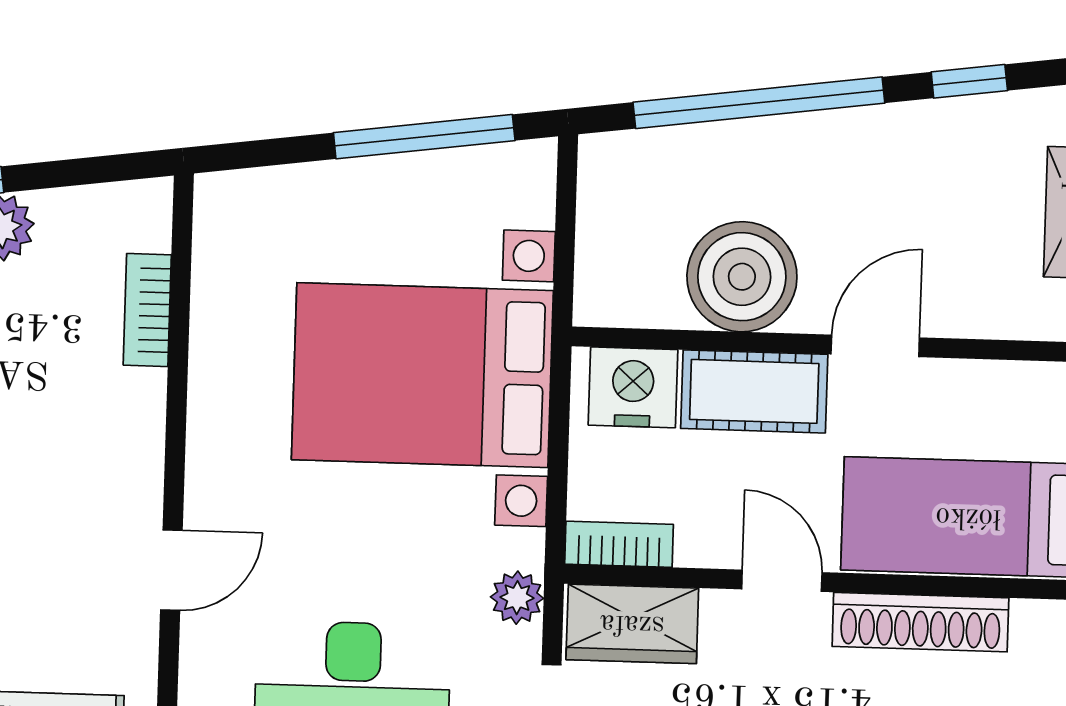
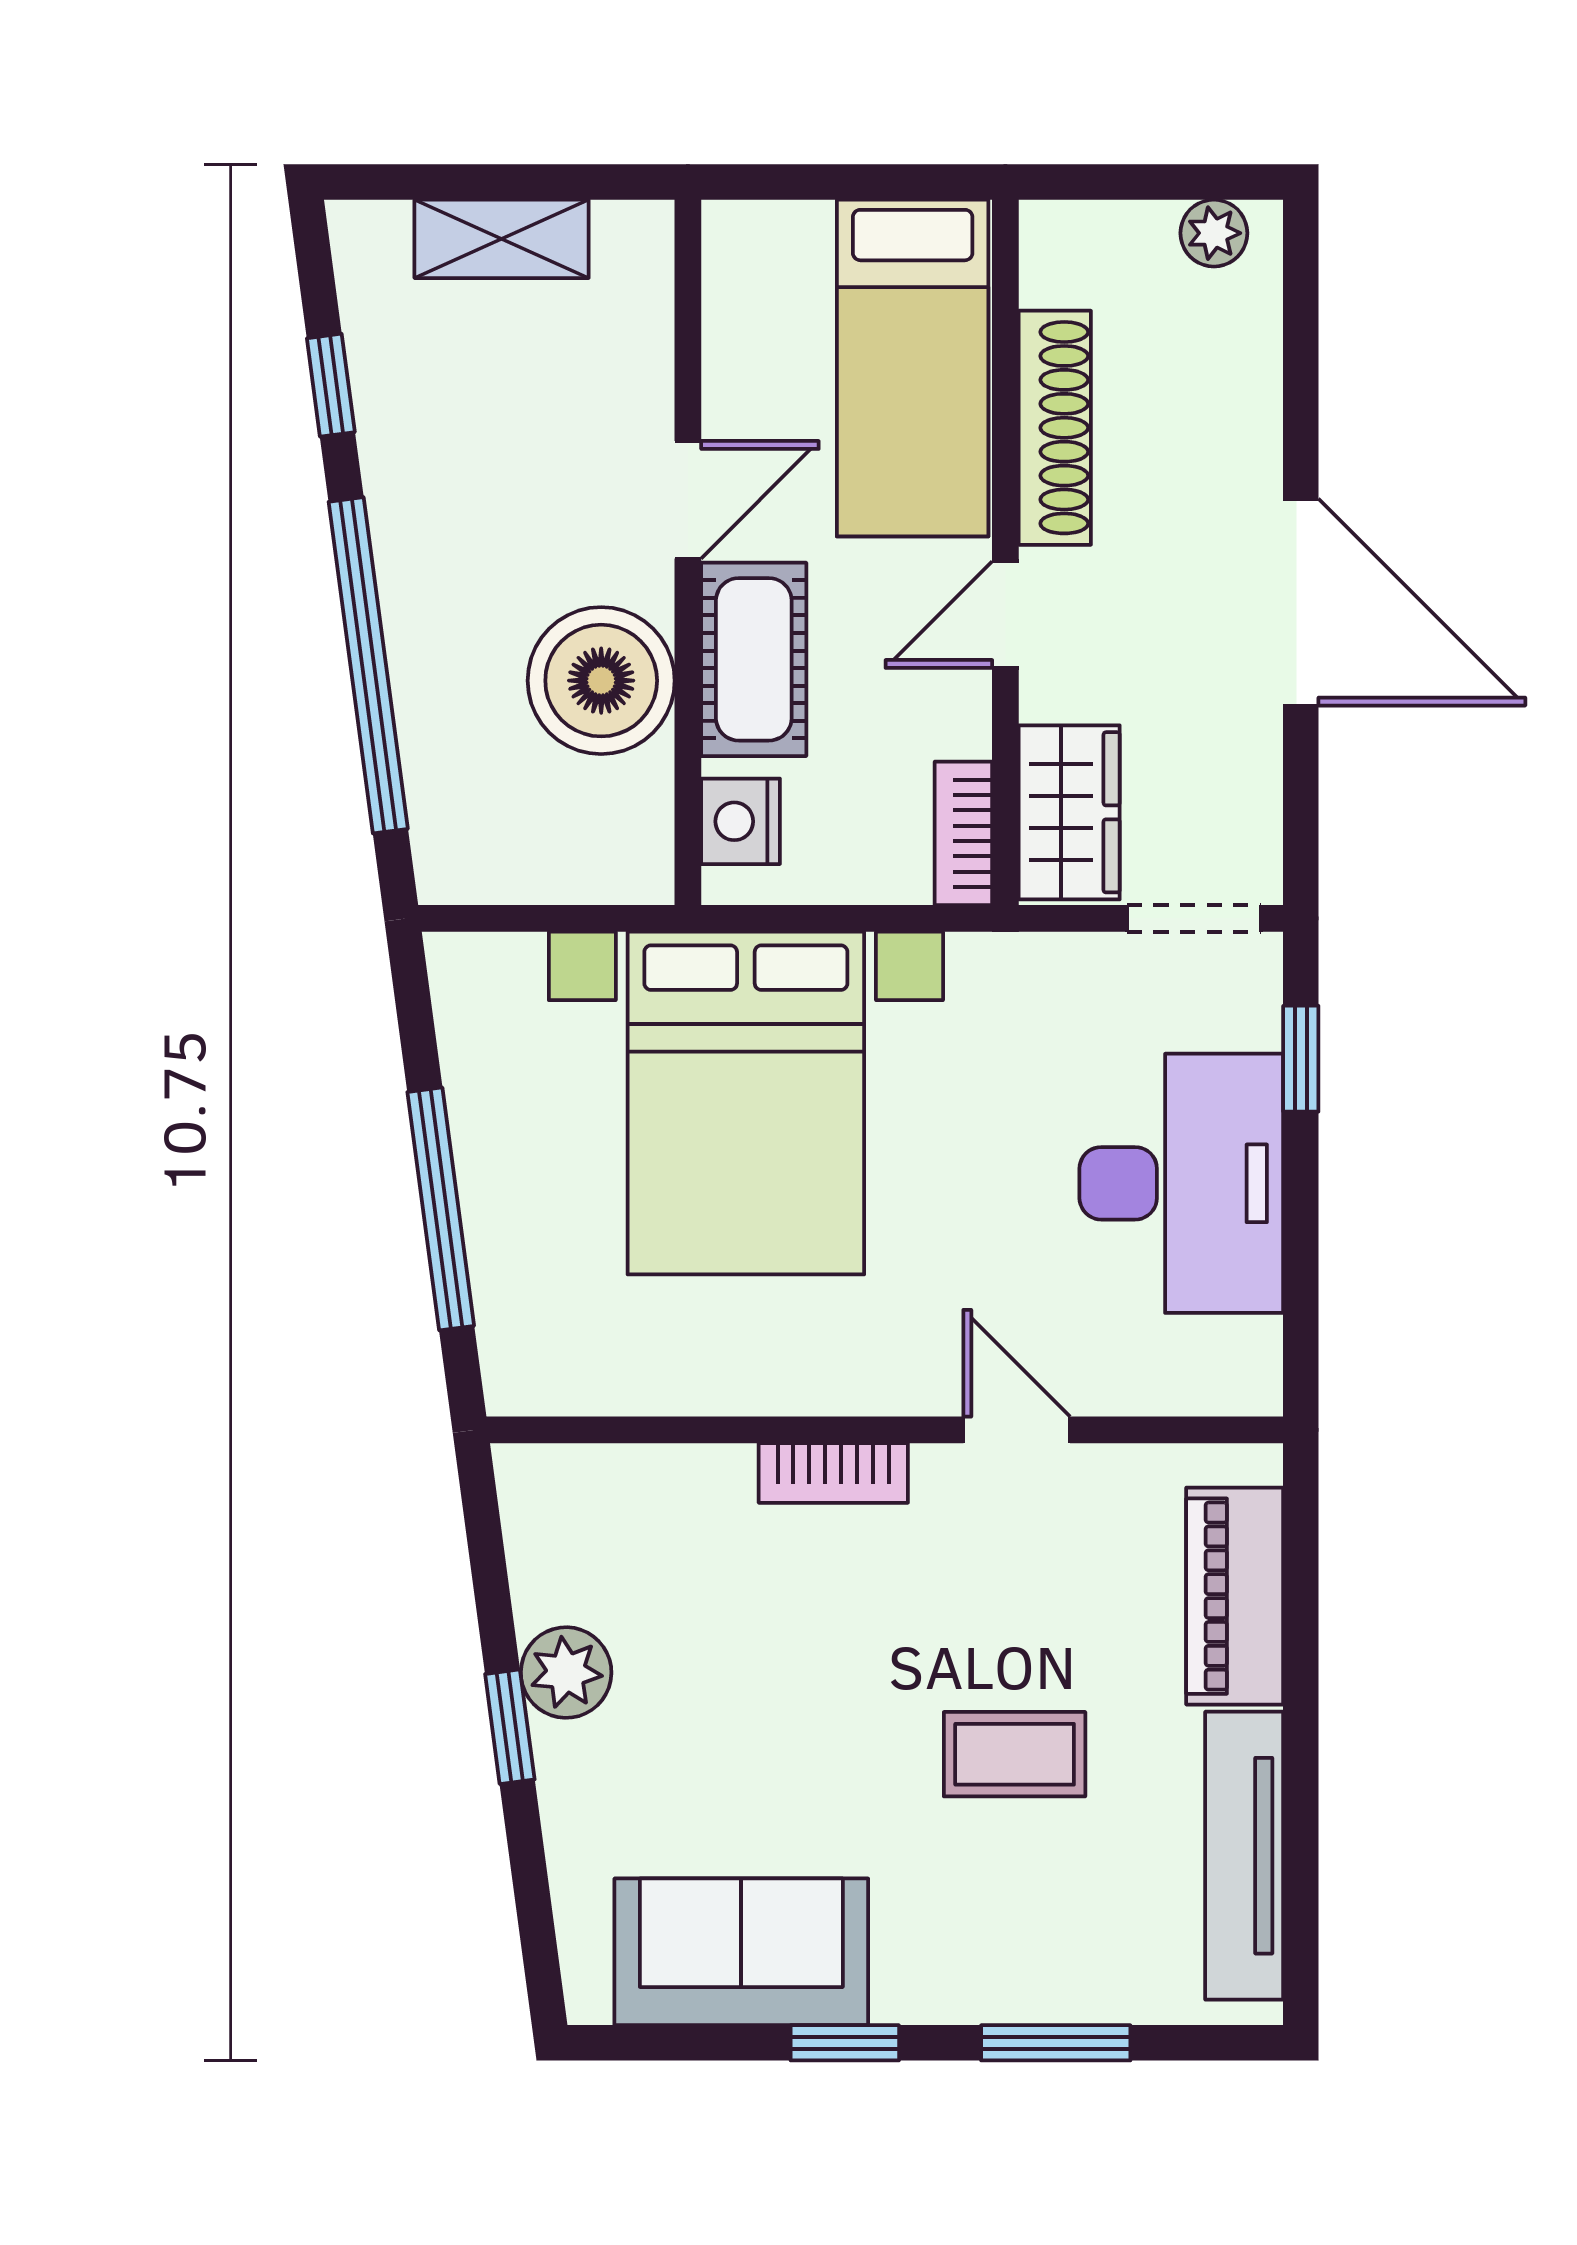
window: (424, 137) -> (441, 1209), moved
bookcase: (147, 310) -> (833, 1473), moved
door: (875, 346) -> (688, 500), swing flipped
nightstand: (633, 387) -> (741, 821), width x0.74, depth x0.75
plant: (517, 598) -> (1039, 967), removed

